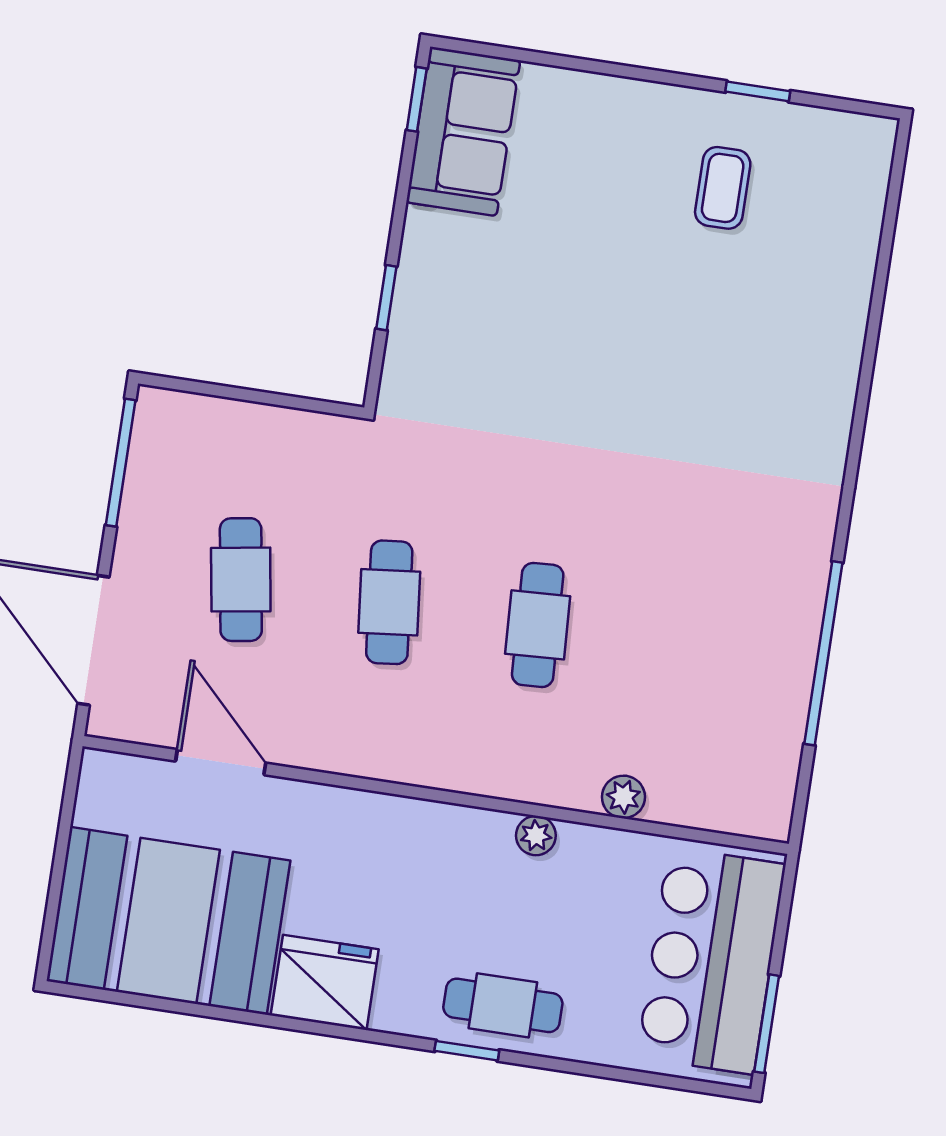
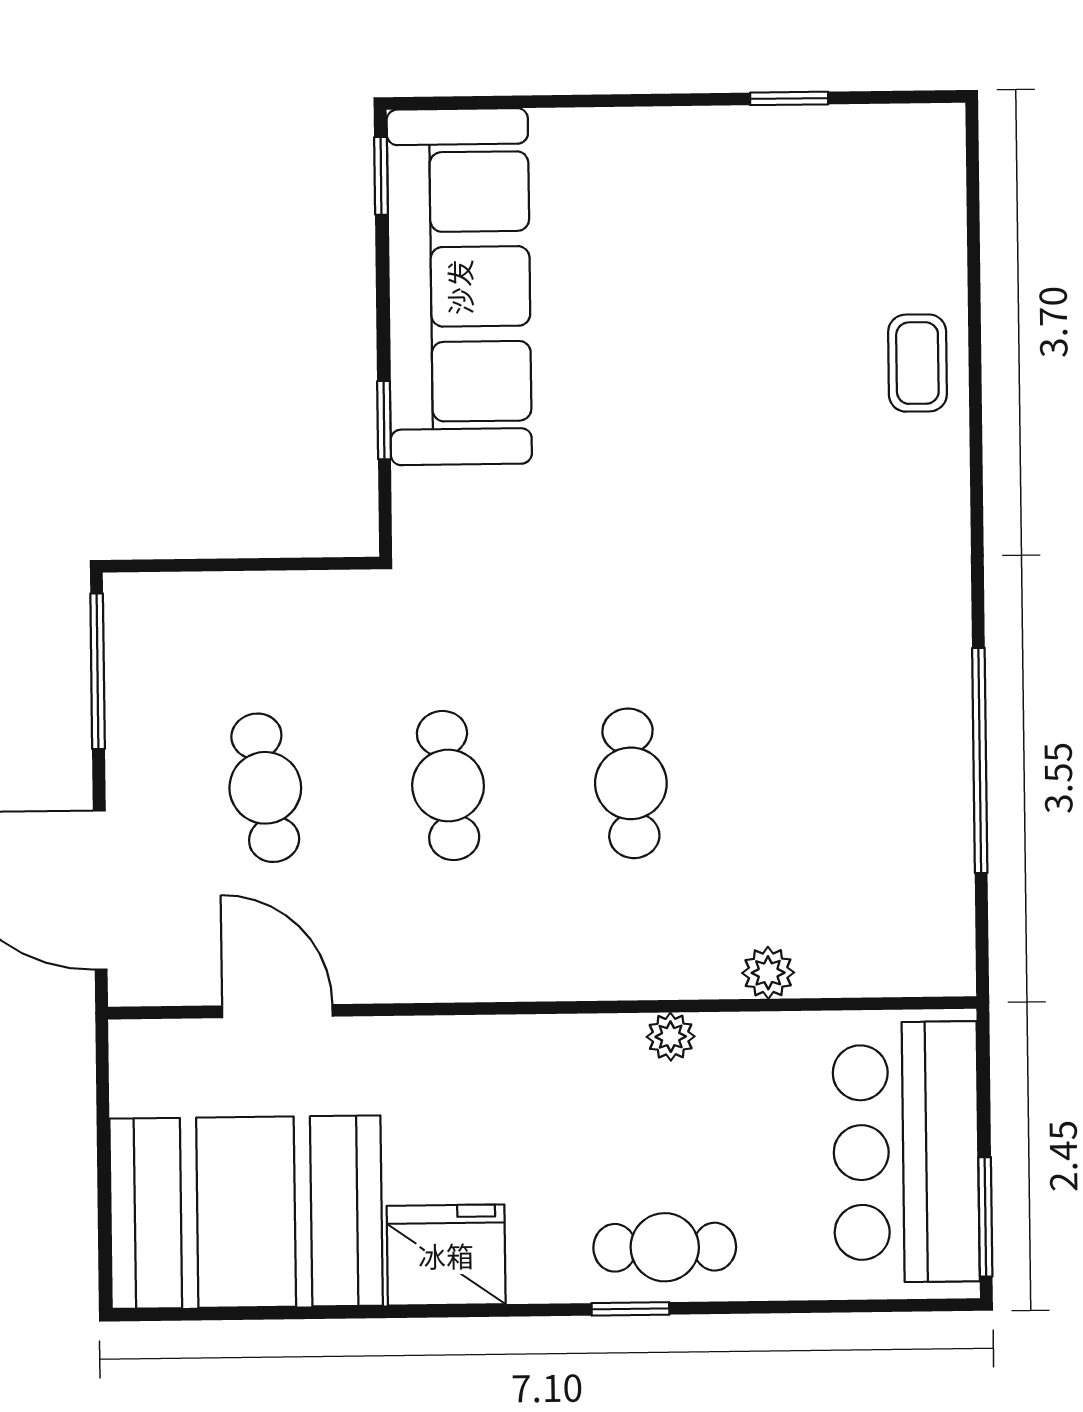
sofa: (463, 131) -> (459, 287), width x1.85, depth x1.27
coffee table: (723, 188) -> (917, 363), moved

